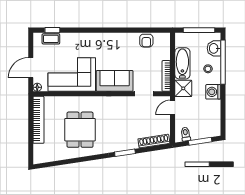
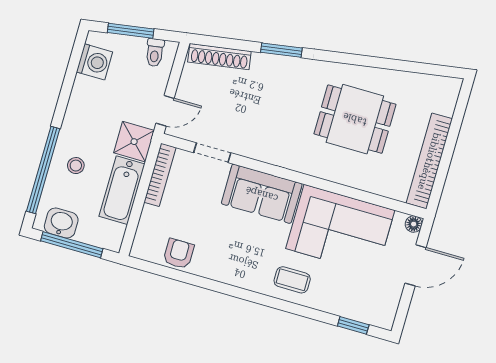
coffee table: (51, 39) -> (292, 280), moved
washbasin: (214, 48) -> (61, 223), moved, turned -90
washing machine: (213, 92) -> (95, 62), moved
dining table: (80, 130) -> (355, 119), turned 90

